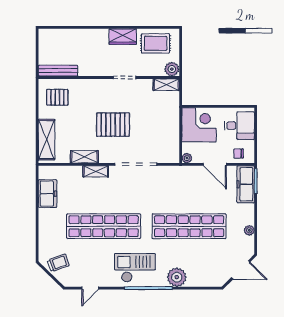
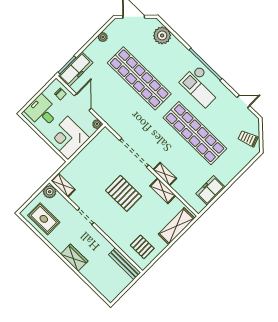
wardrobe: (123, 37) -> (74, 258), moved
plant: (177, 277) -> (162, 35), moved

